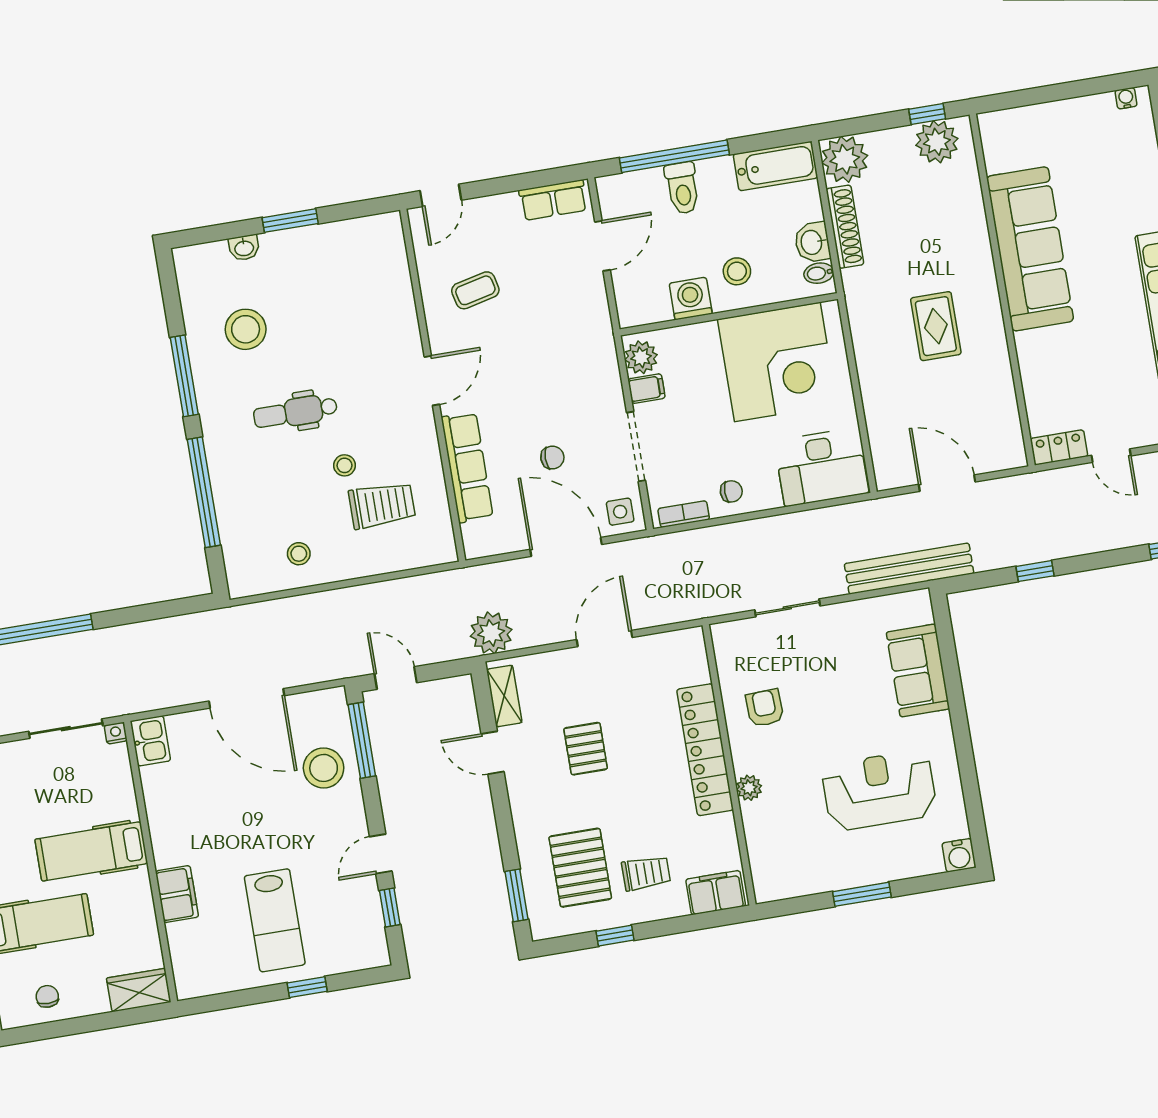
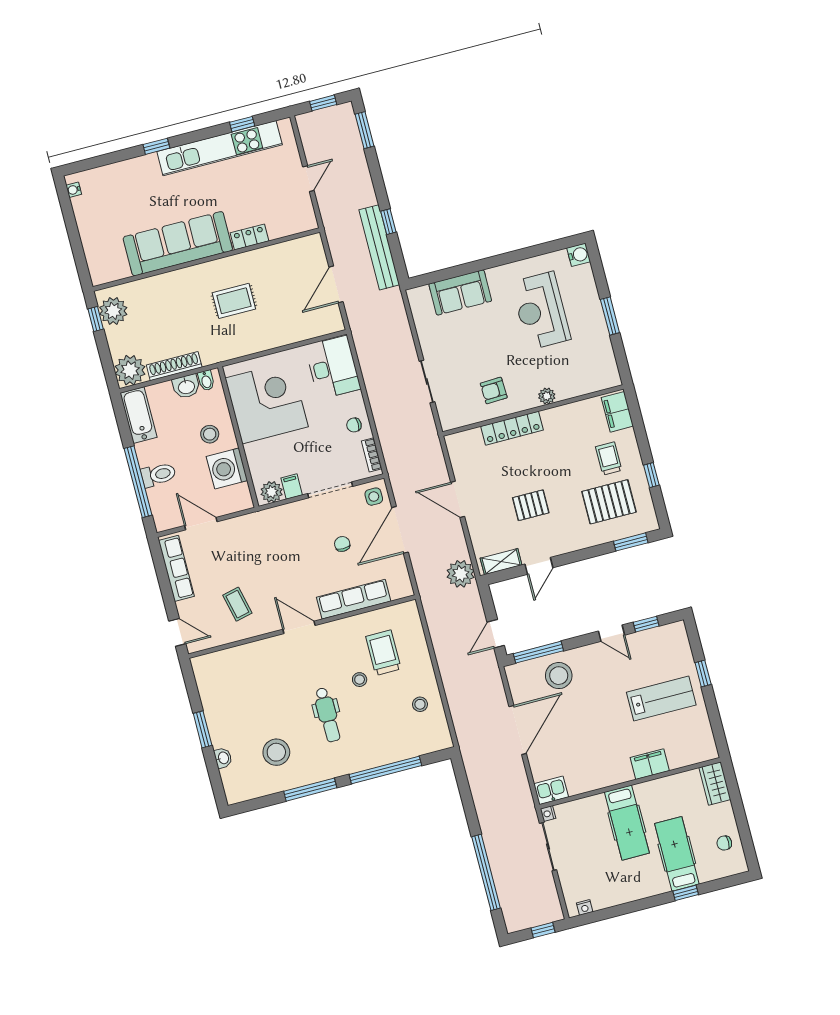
row of seats: (553, 200) -> (176, 568), width x1.48
washing machine: (691, 299) -> (227, 468), width x1.37, depth x1.37
locker: (1059, 447) -> (249, 237), moved, turned 90
chair: (731, 491) -> (354, 425), turned -90
bench: (909, 569) -> (379, 247), moved
locker: (705, 750) -> (512, 428), width x0.71, depth x0.83

